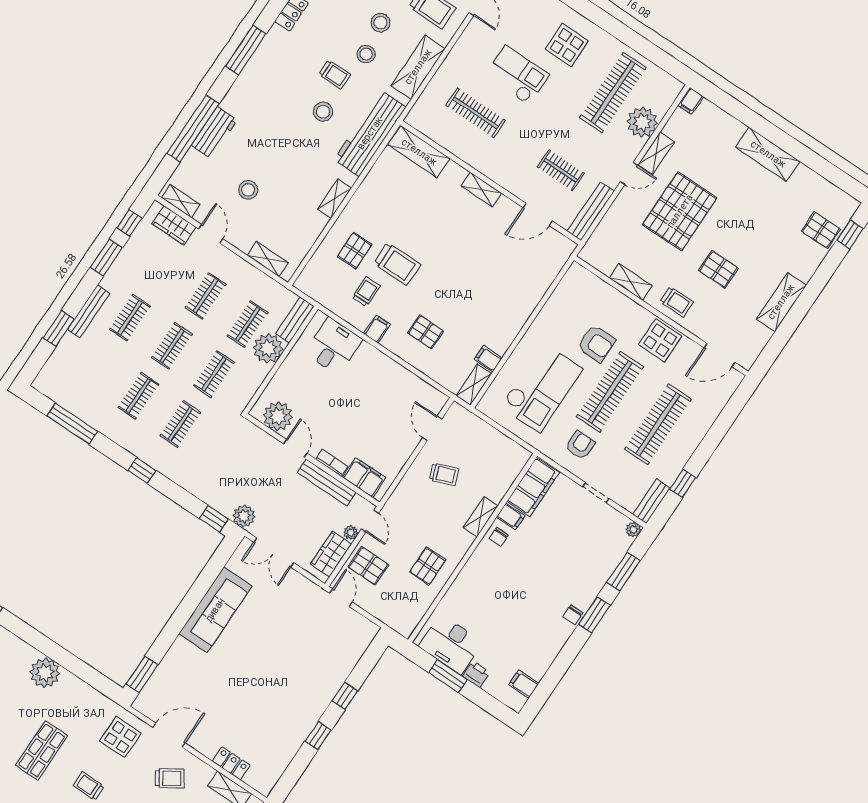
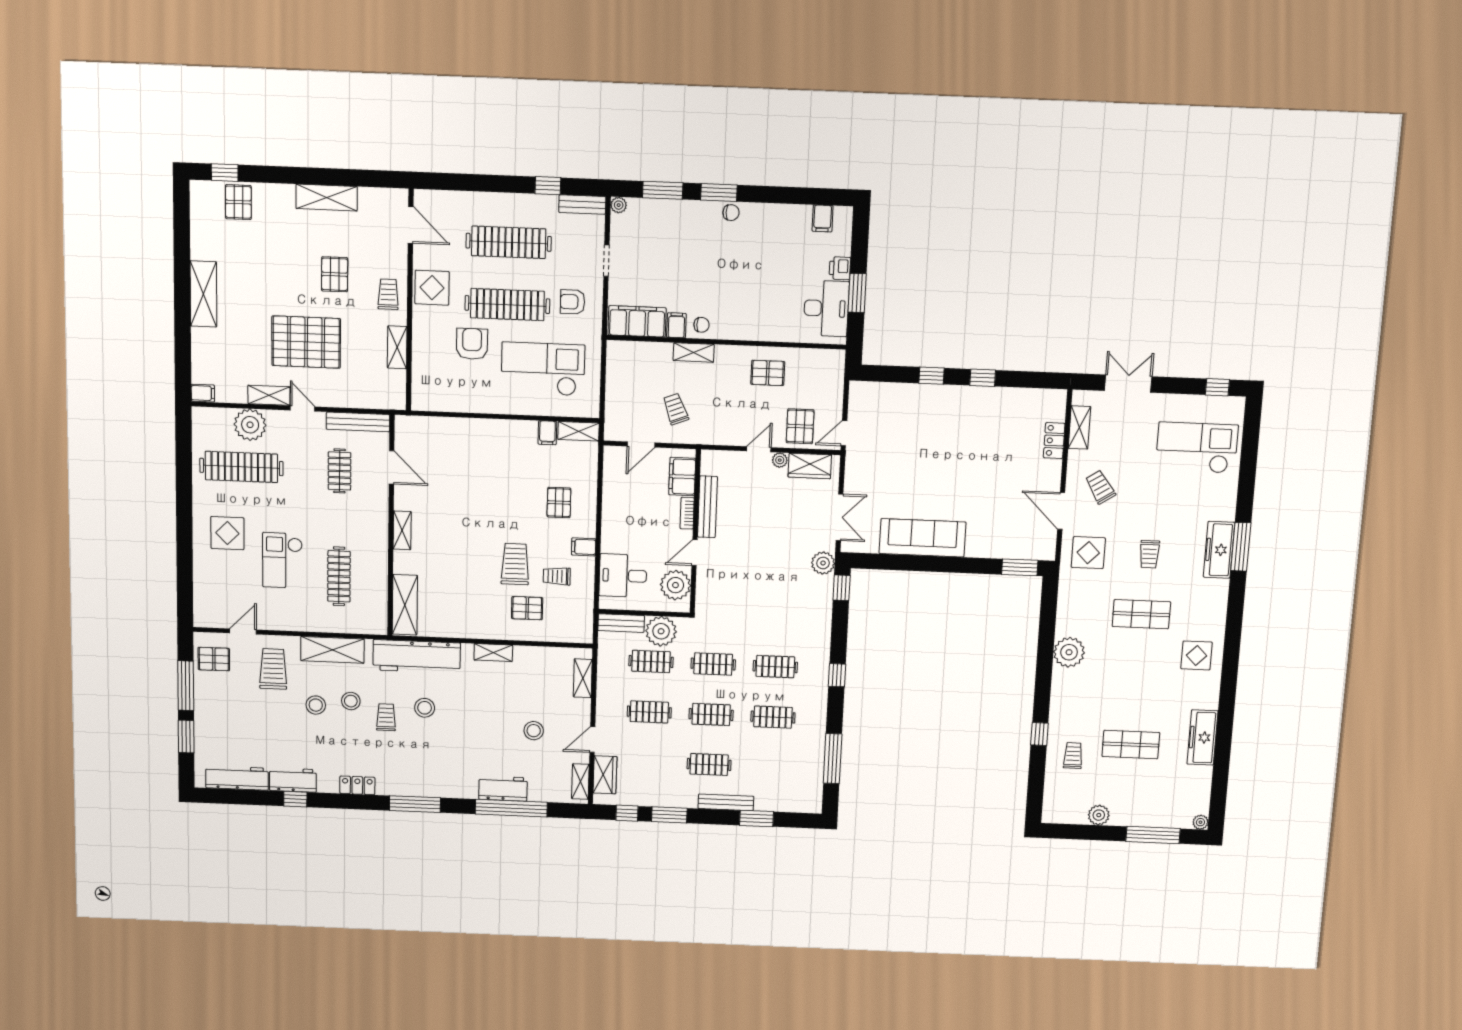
plant: (278, 416) -> (675, 585), moved
door: (295, 449) -> (695, 553), moved
wall: (312, 460) -> (695, 532), moved
bookcase: (332, 463) -> (687, 513), moved
filing cabinet: (364, 477) -> (682, 477), moved
bench: (327, 483) -> (707, 507), moved

